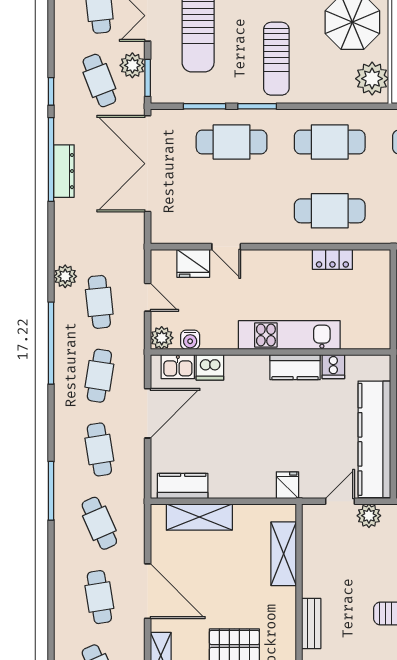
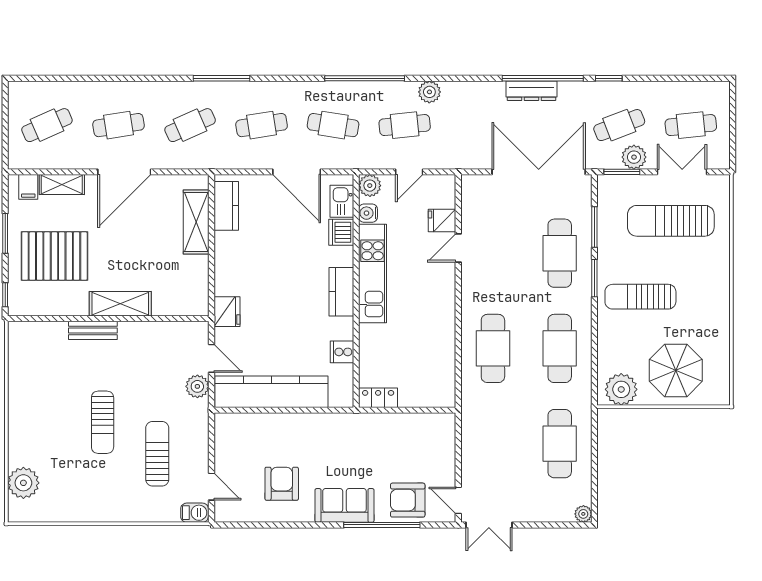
locker: (332, 259) -> (378, 398), moved, turned 90
fridge: (193, 263) -> (442, 220), width x0.72
kitchen unit: (289, 335) -> (373, 273), moved
kitchen counter: (295, 367) -> (341, 292), moved
fridge: (288, 485) -> (227, 312), width x1.38
shelving: (284, 554) -> (120, 304), moved

